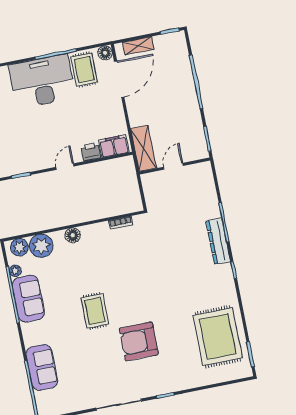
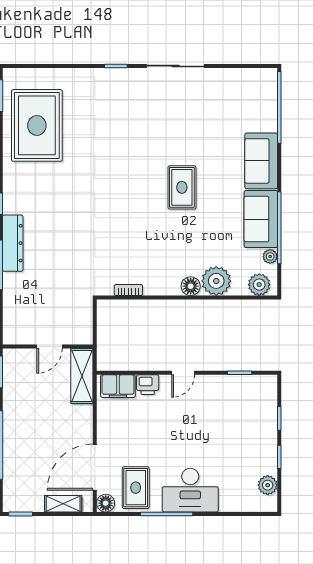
desk: (42, 81) -> (190, 490), width x0.73, depth x0.77
plant: (41, 246) -> (216, 281), moved
armchair: (139, 341) -> (135, 139), removed
sofa: (42, 367) -> (261, 161), moved

